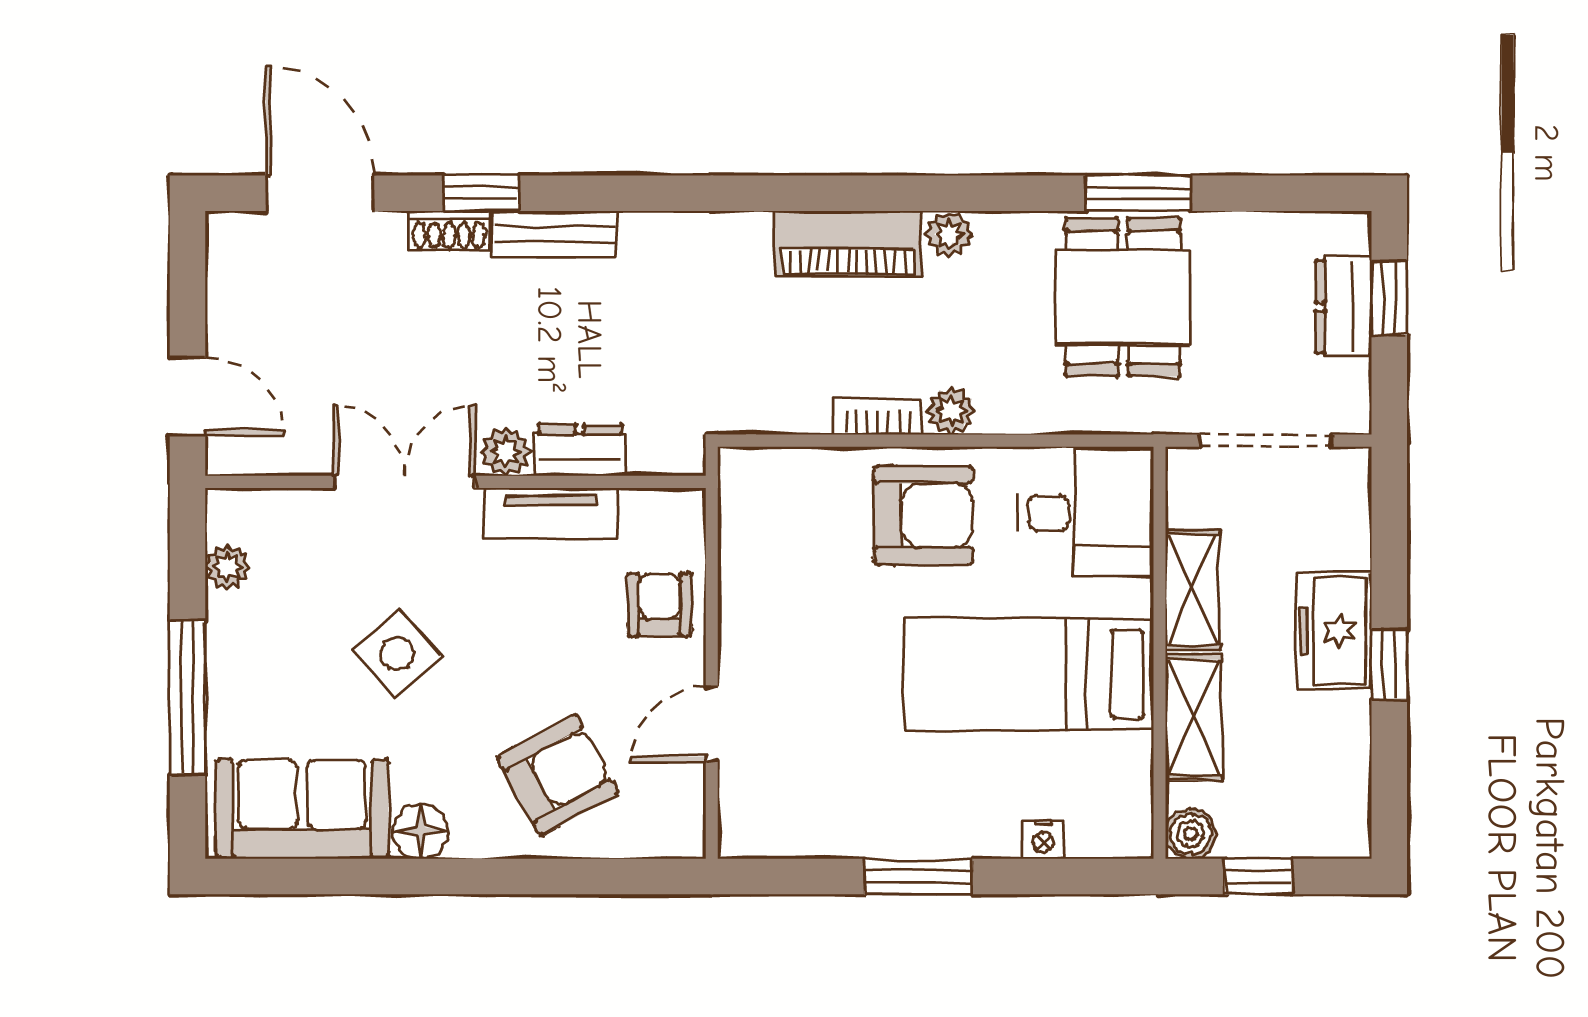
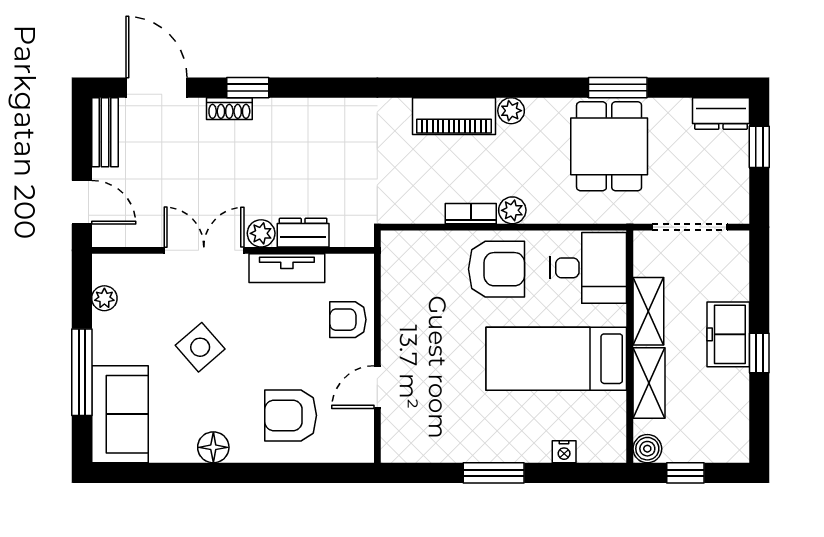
bench: (556, 234) -> (105, 132), moved, turned 90
dresser: (1343, 306) -> (721, 114), moved, turned -90
armchair: (659, 605) -> (348, 320), turned -90
armchair: (558, 775) -> (291, 415), turned -151
sofa: (302, 809) -> (120, 414), moved, turned 90

